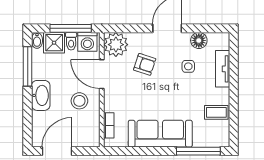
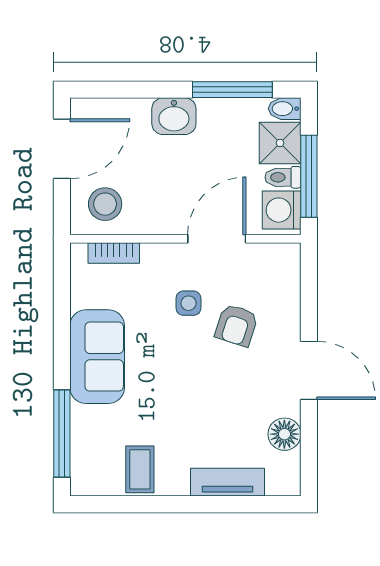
plant: (116, 45) -> (276, 267), removed
side table: (188, 66) -> (188, 303), moved
washbasin: (41, 95) -> (174, 116), width x0.72
stool: (79, 101) -> (105, 204), moved
sofa: (160, 134) -> (97, 357), width x0.73
door: (57, 151) -> (62, 149), hinge flipped

